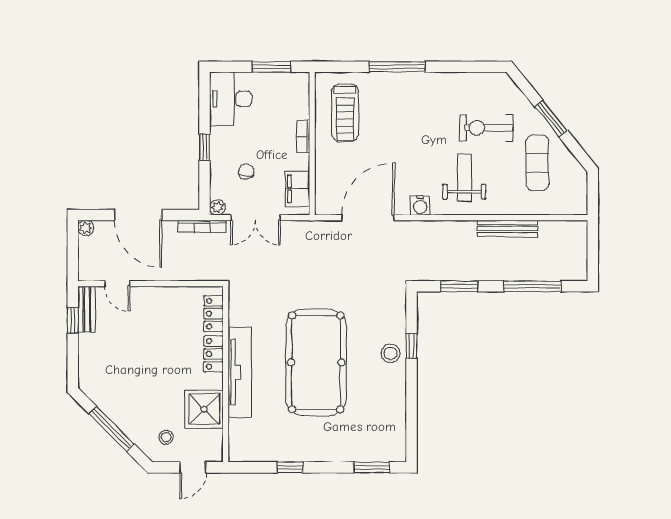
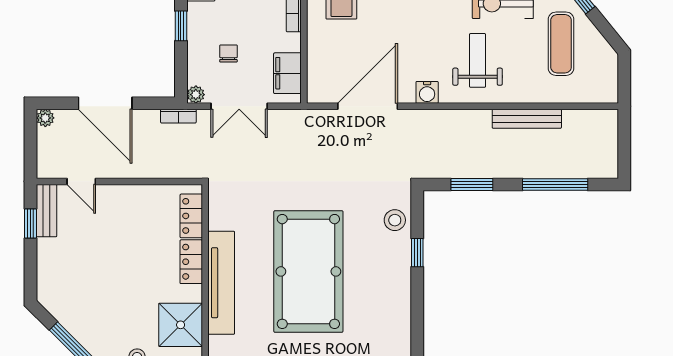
bookcase: (202, 226) -> (178, 116), width x0.64
stool: (391, 353) -> (395, 220), moved

